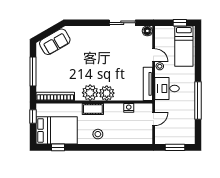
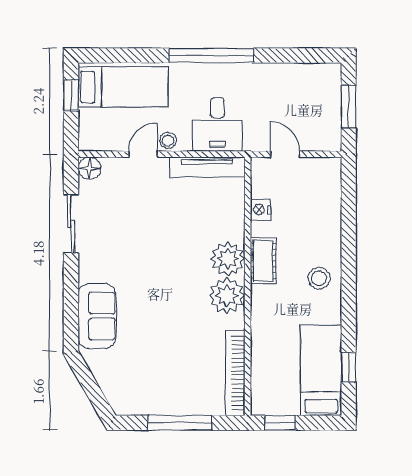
sofa: (55, 42) -> (97, 316), moved, turned 30
window: (198, 101) -> (211, 55), moved
cot: (93, 109) -> (263, 261), moved
bed: (57, 130) -> (321, 370), width x0.67

